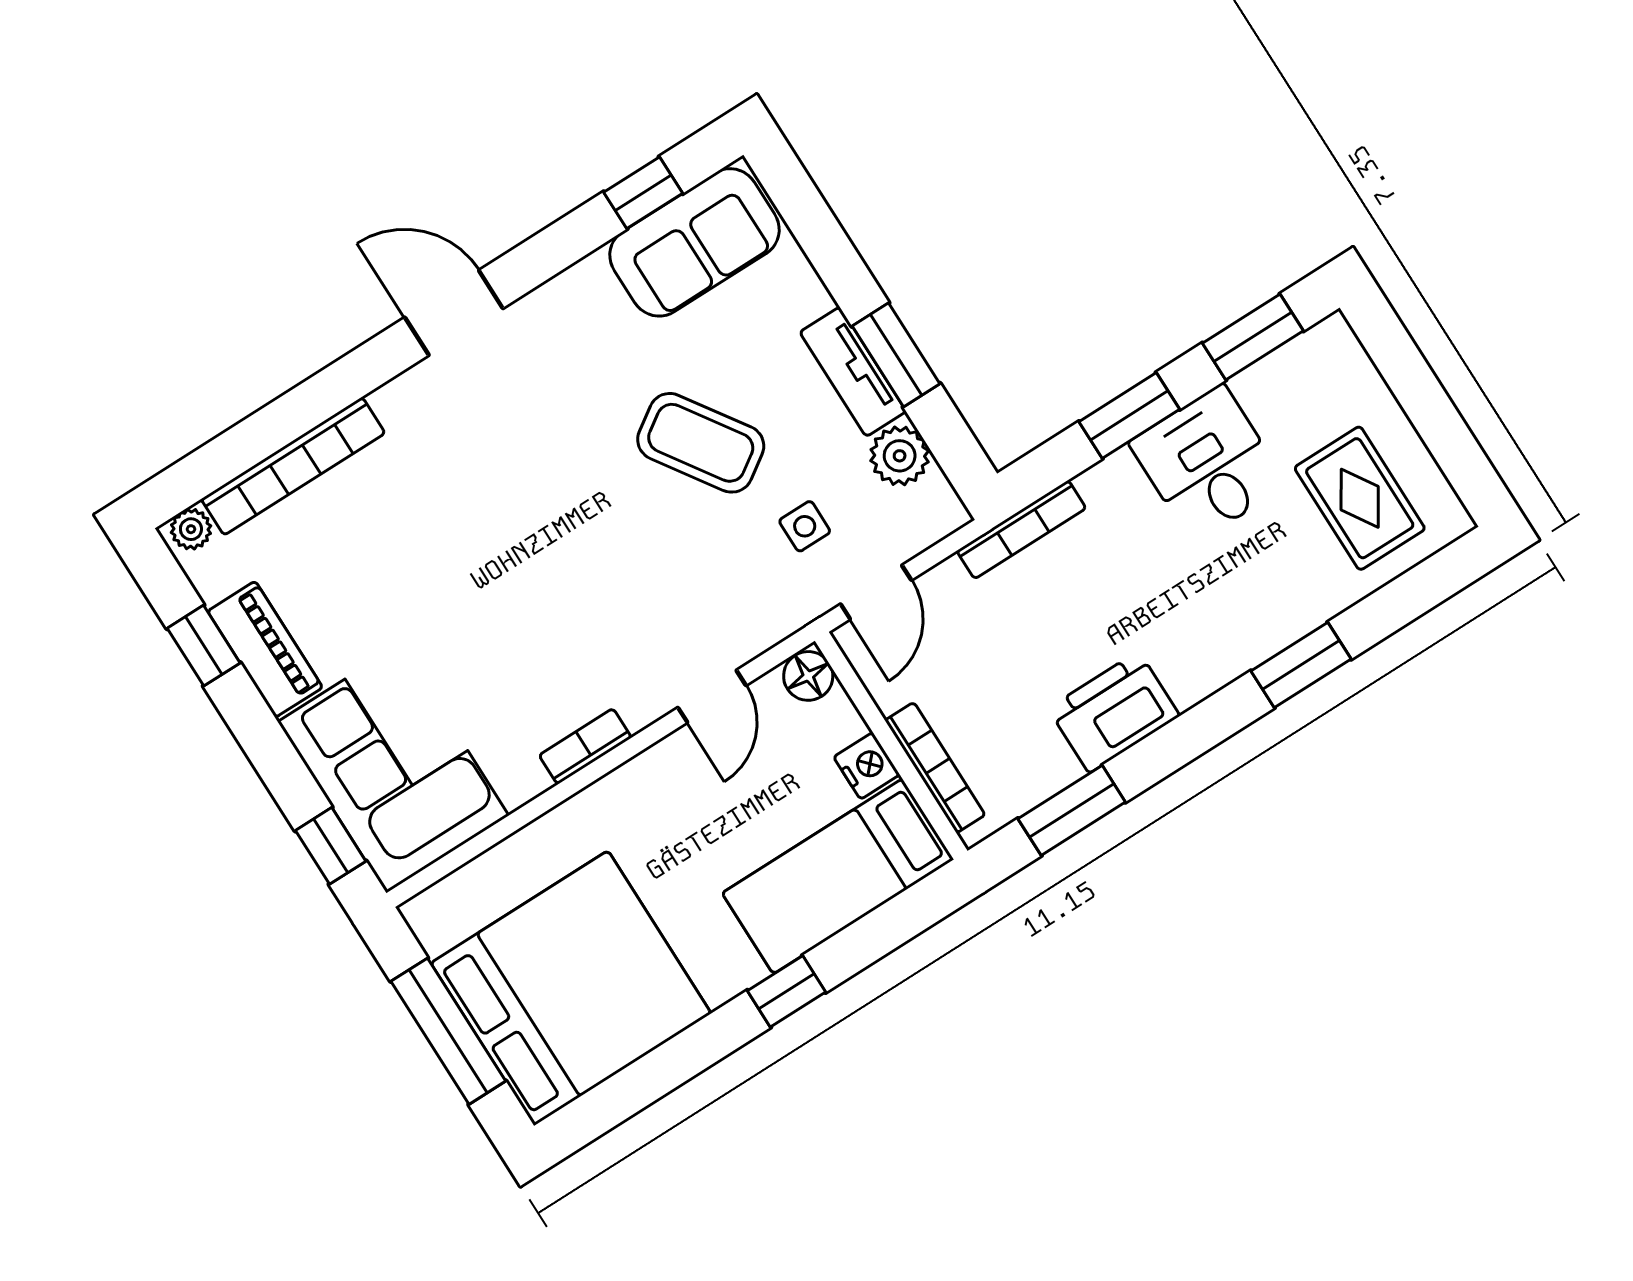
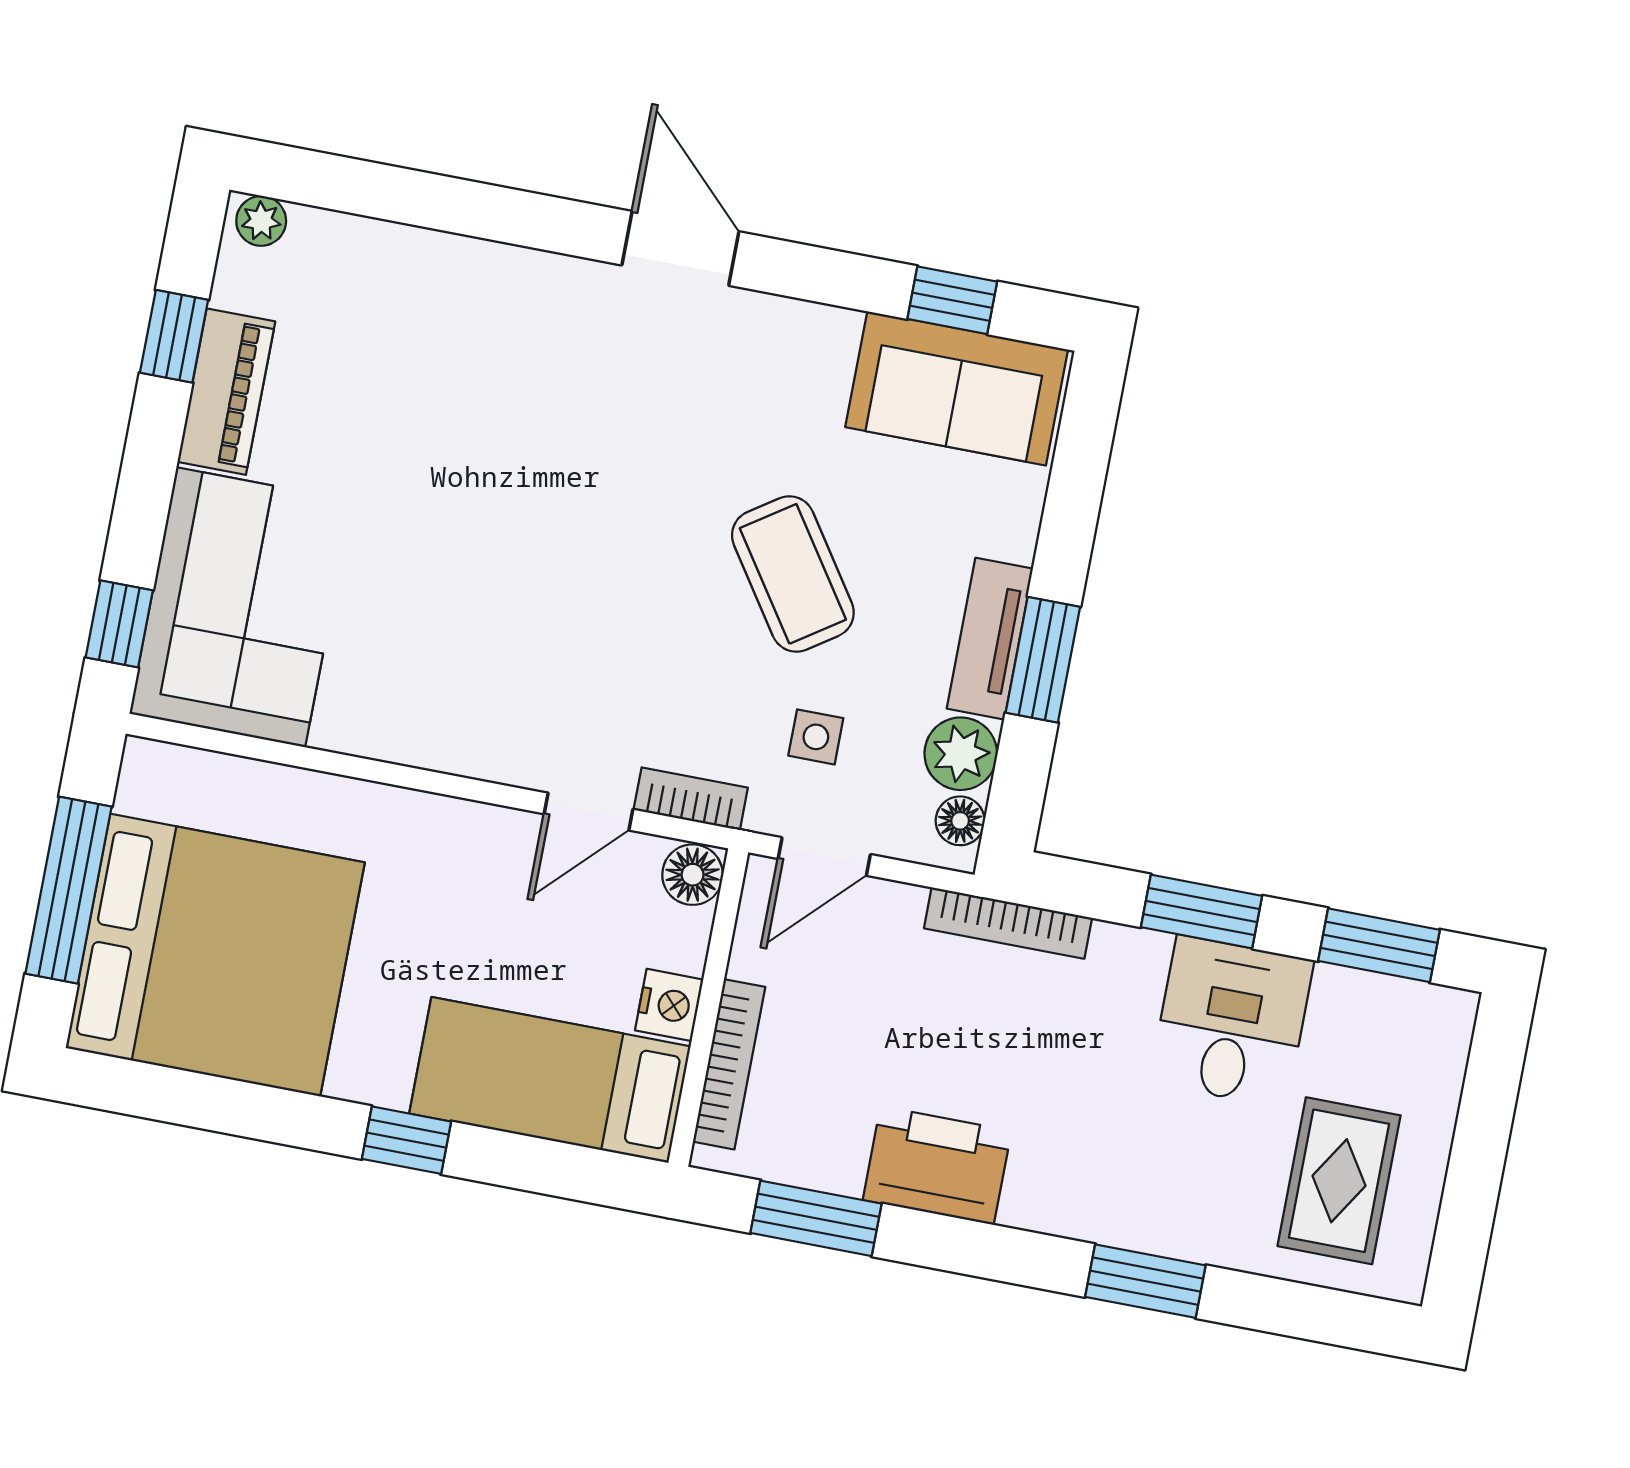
bookcase: (293, 466) -> (406, 250), removed
floor lamp: (936, 496) -> (960, 821), added
bookcase: (585, 746) -> (691, 799), moved

